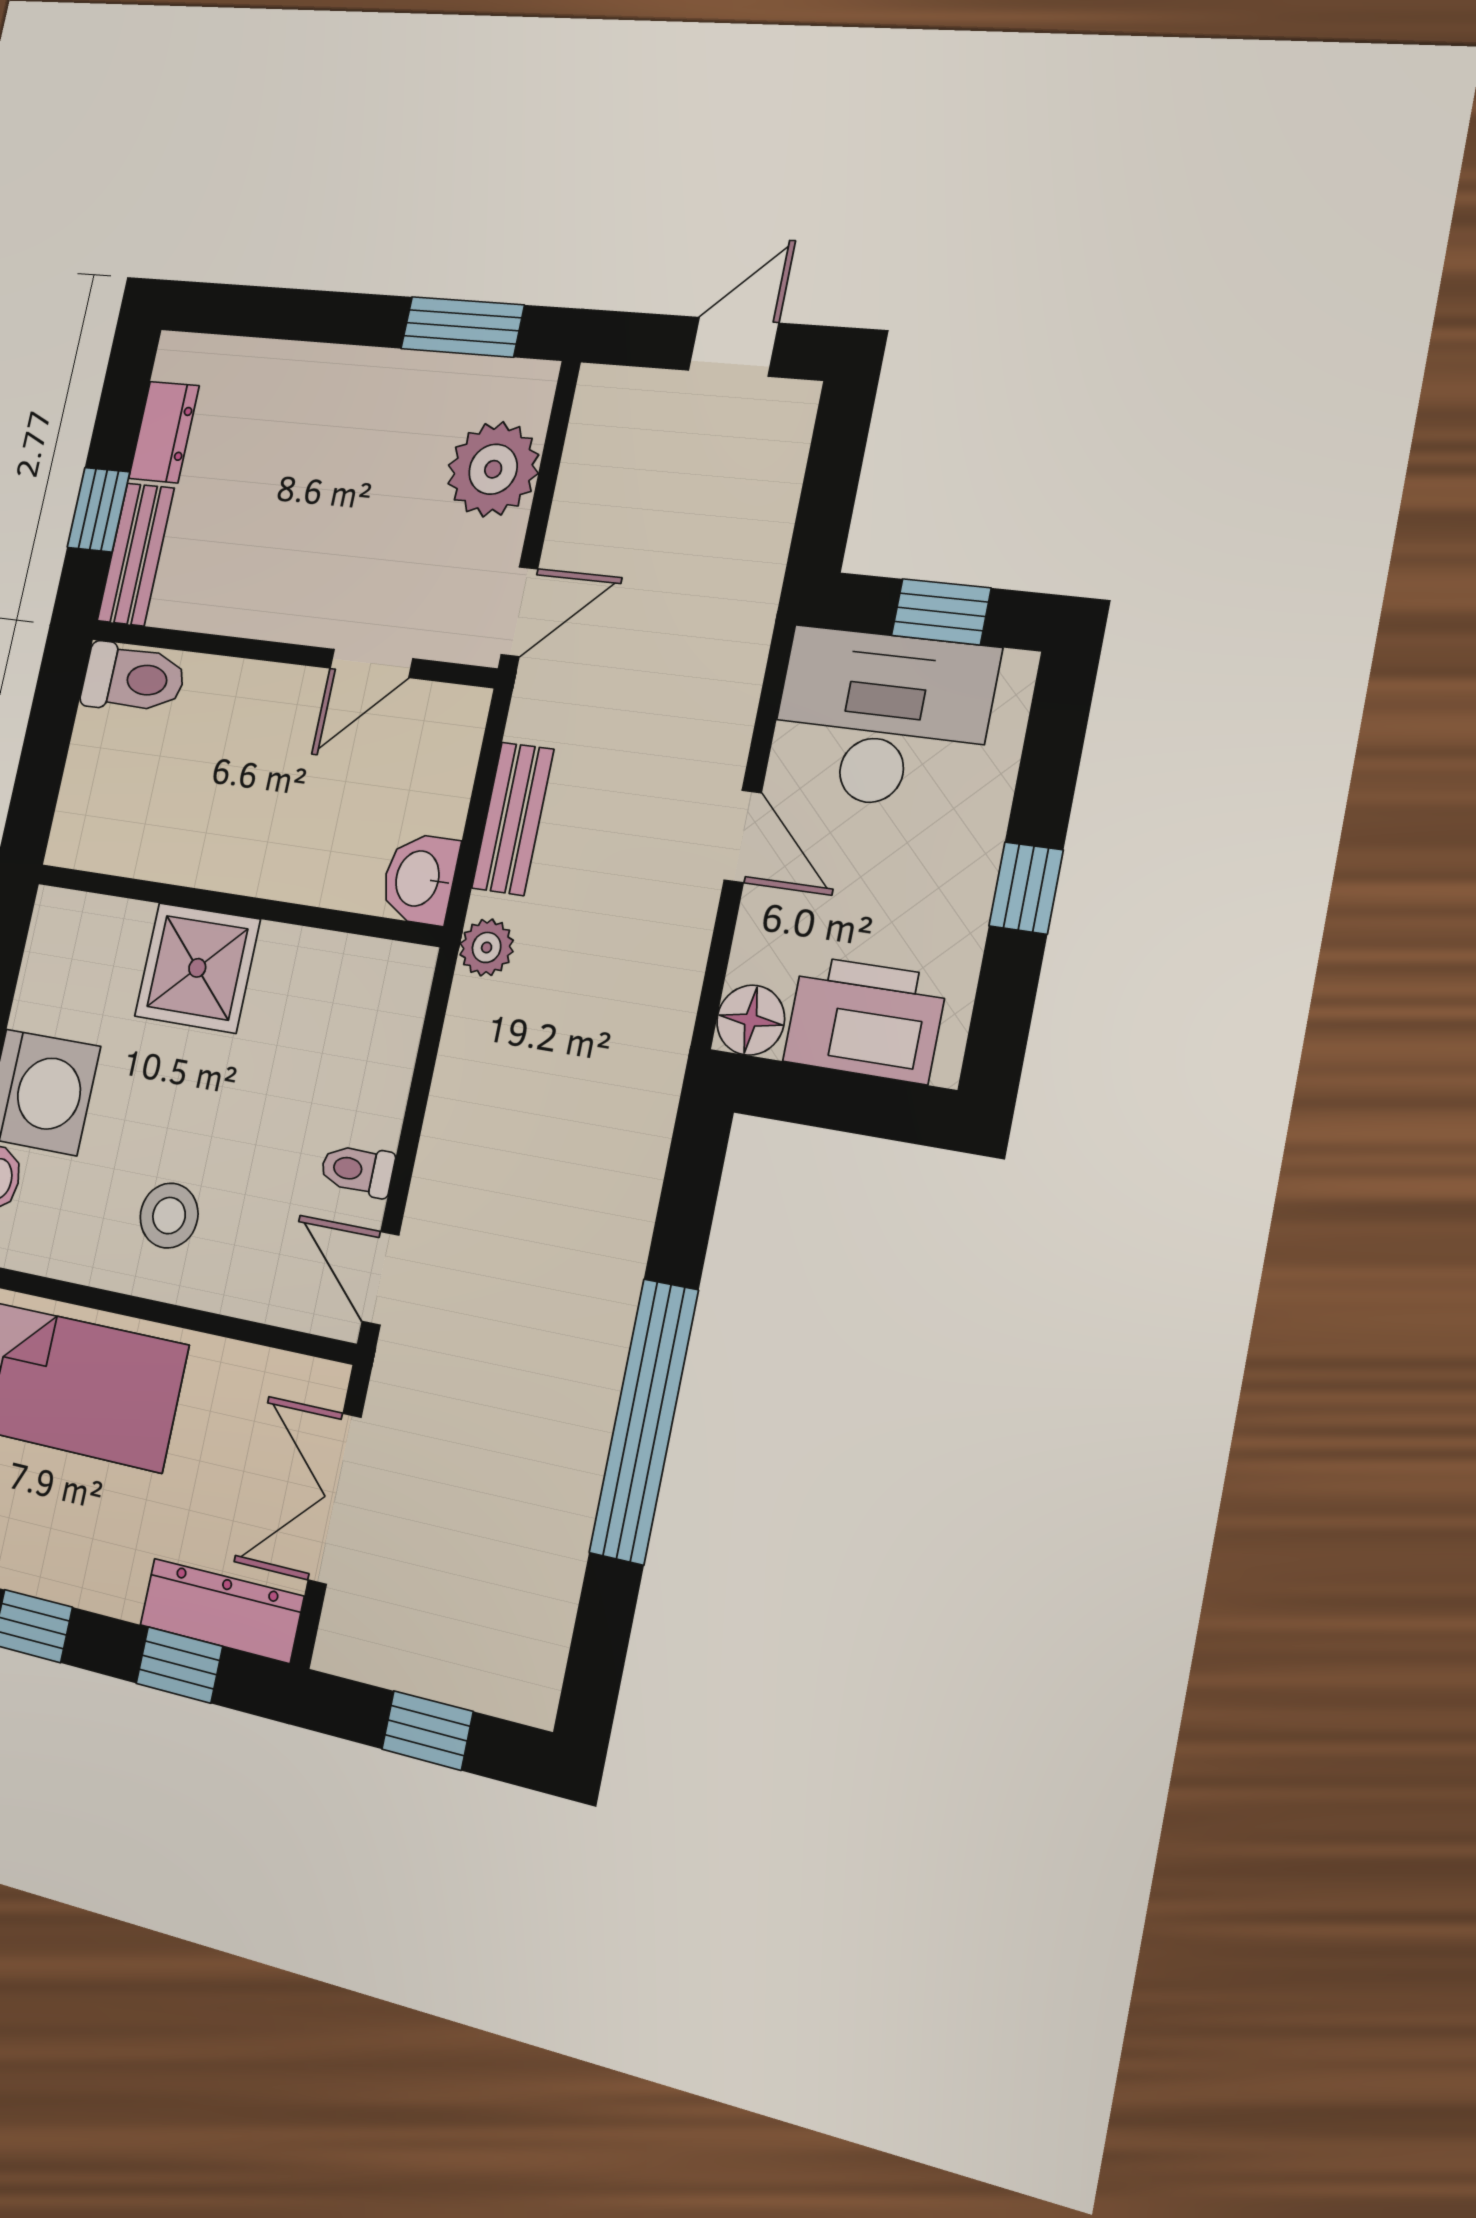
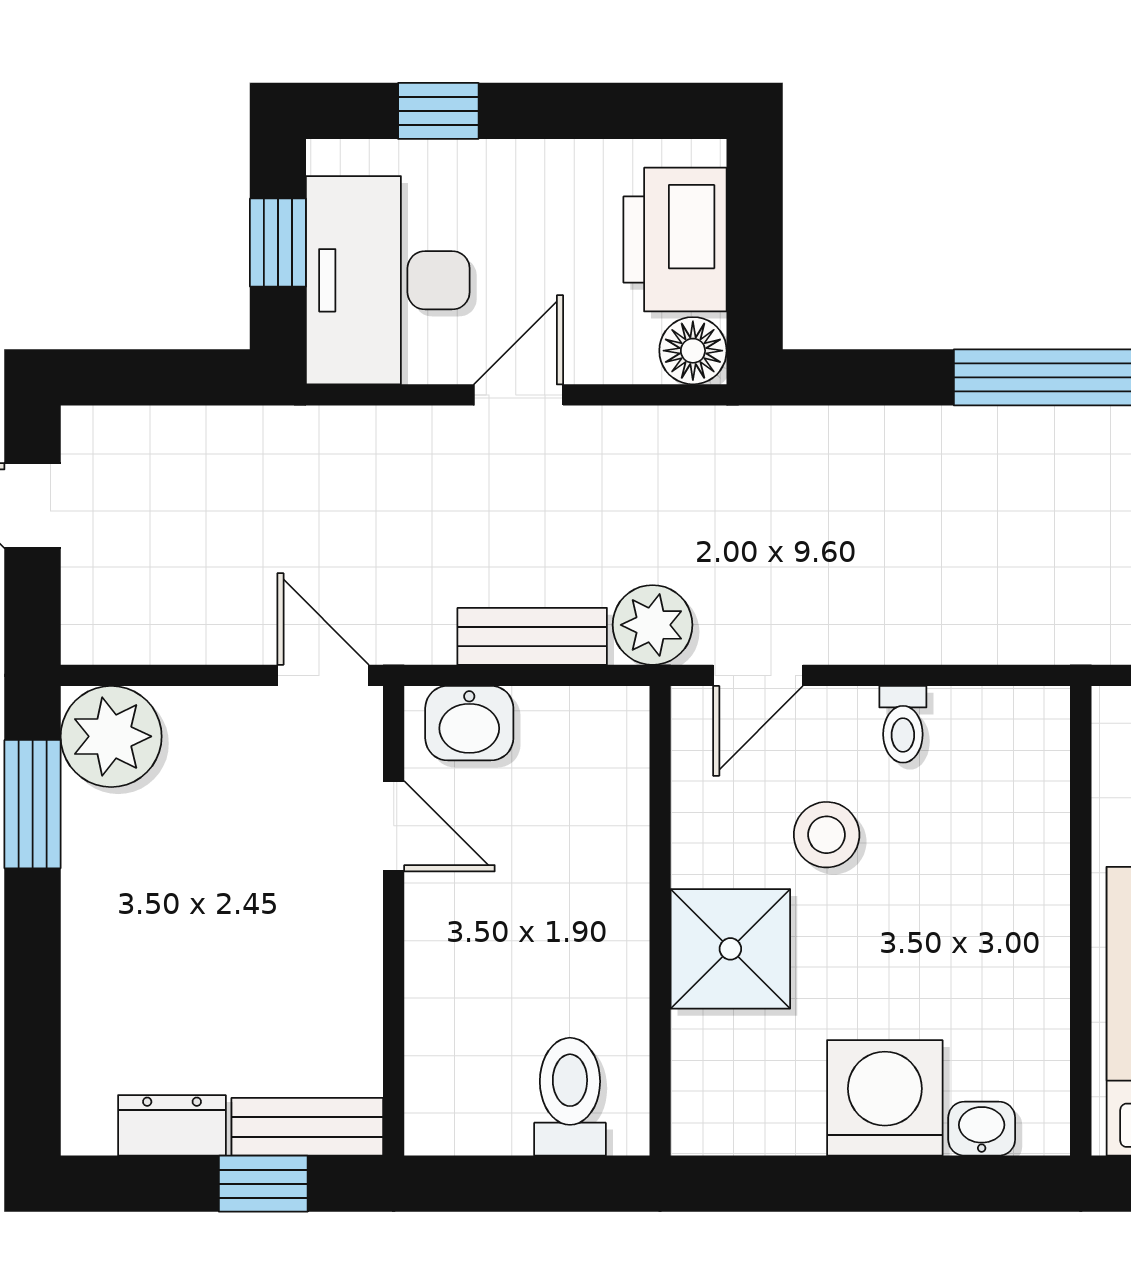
plant: (493, 469) -> (111, 736), moved
toilet: (133, 678) -> (570, 1097), moved
washbasin: (419, 879) -> (469, 723), moved
window: (1026, 888) -> (438, 111), moved
plant: (487, 947) -> (652, 625), width x1.38, depth x1.38
stool: (169, 1216) -> (827, 835), moved
door: (381, 1278) -> (758, 675), moved

